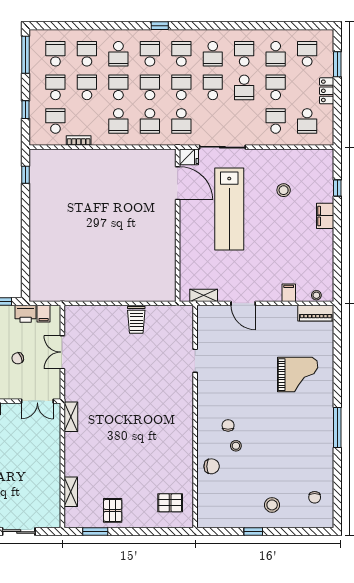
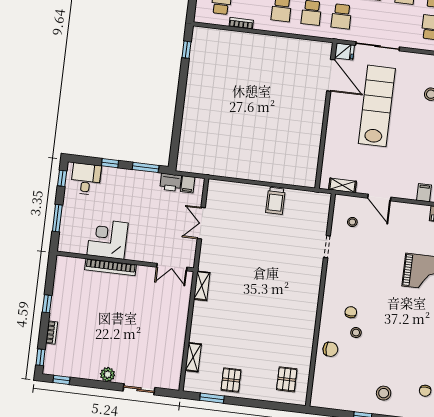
lab bench: (229, 209) -> (377, 106), turned 180
stool: (218, 332) -> (352, 222), added
chair: (18, 358) -> (158, 224), removed
pallet: (170, 503) -> (287, 379), turned 90

